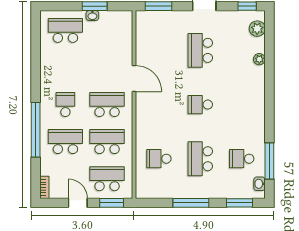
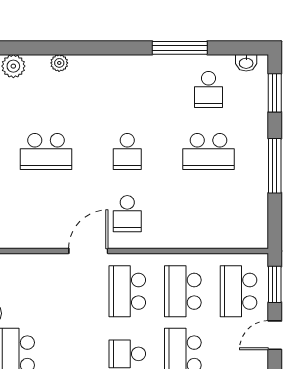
school desk: (159, 159) -> (127, 214), moved
window: (269, 161) -> (180, 48), moved

